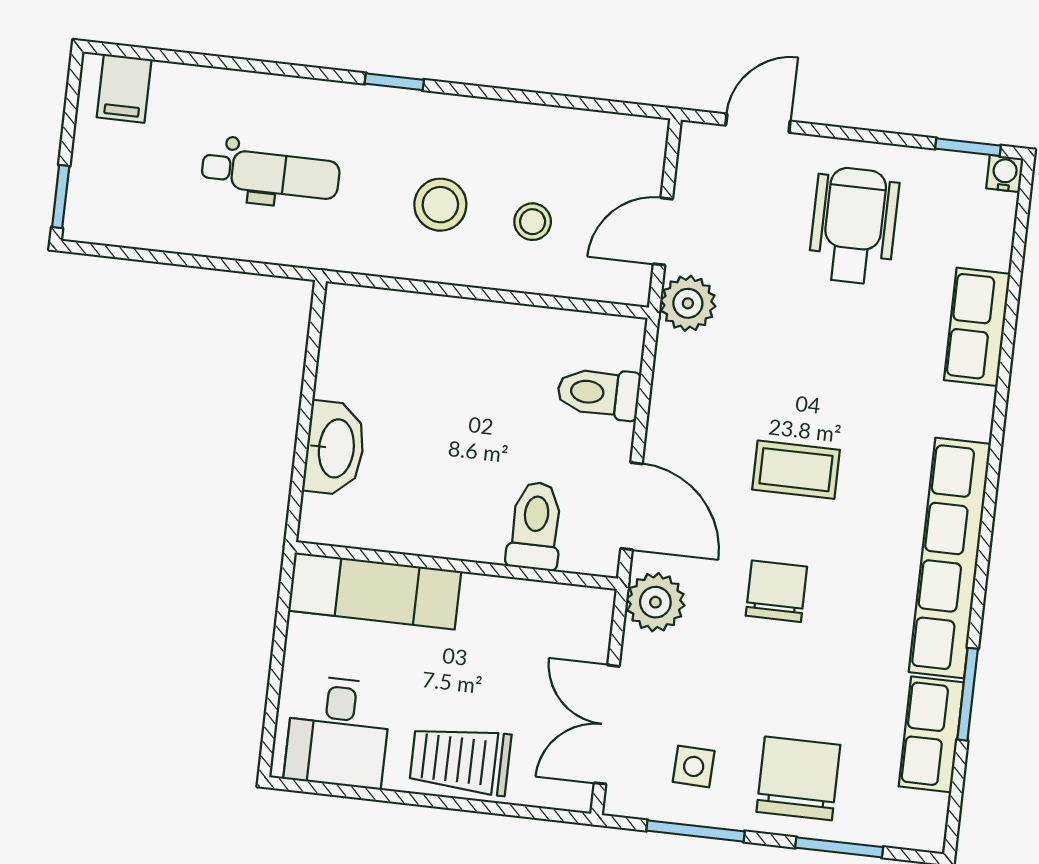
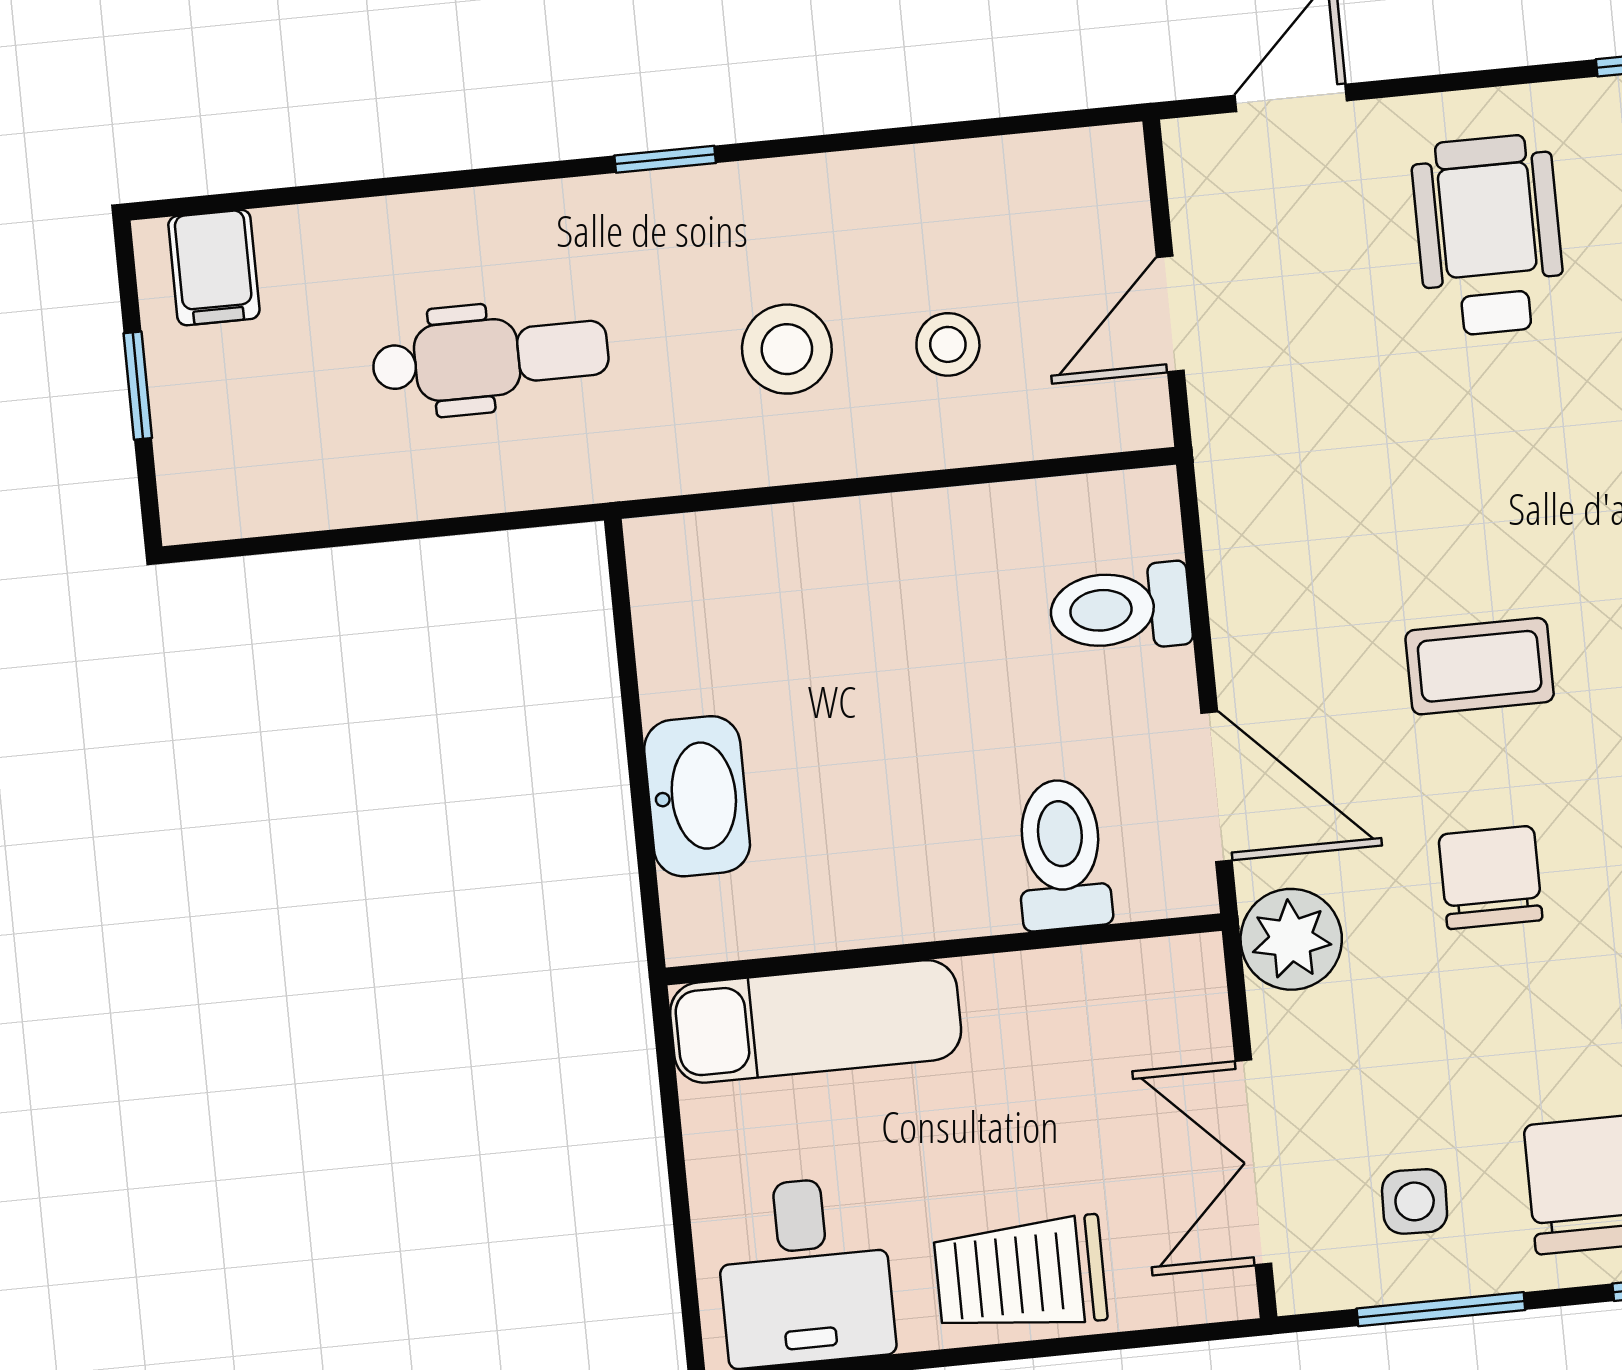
window: (61, 197) -> (138, 386), moved
plant: (688, 303) -> (1238, 426), removed

